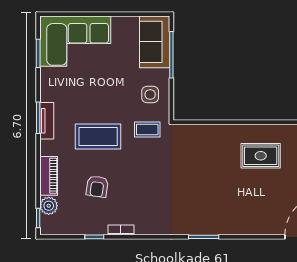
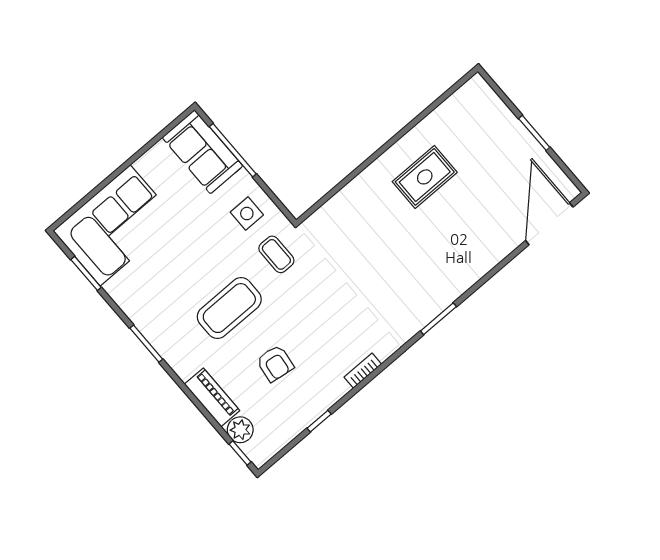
tv unit: (47, 121) -> (159, 339), removed
coffee table: (147, 130) -> (276, 254), turned 90
bookcase: (121, 230) -> (363, 371), moved

